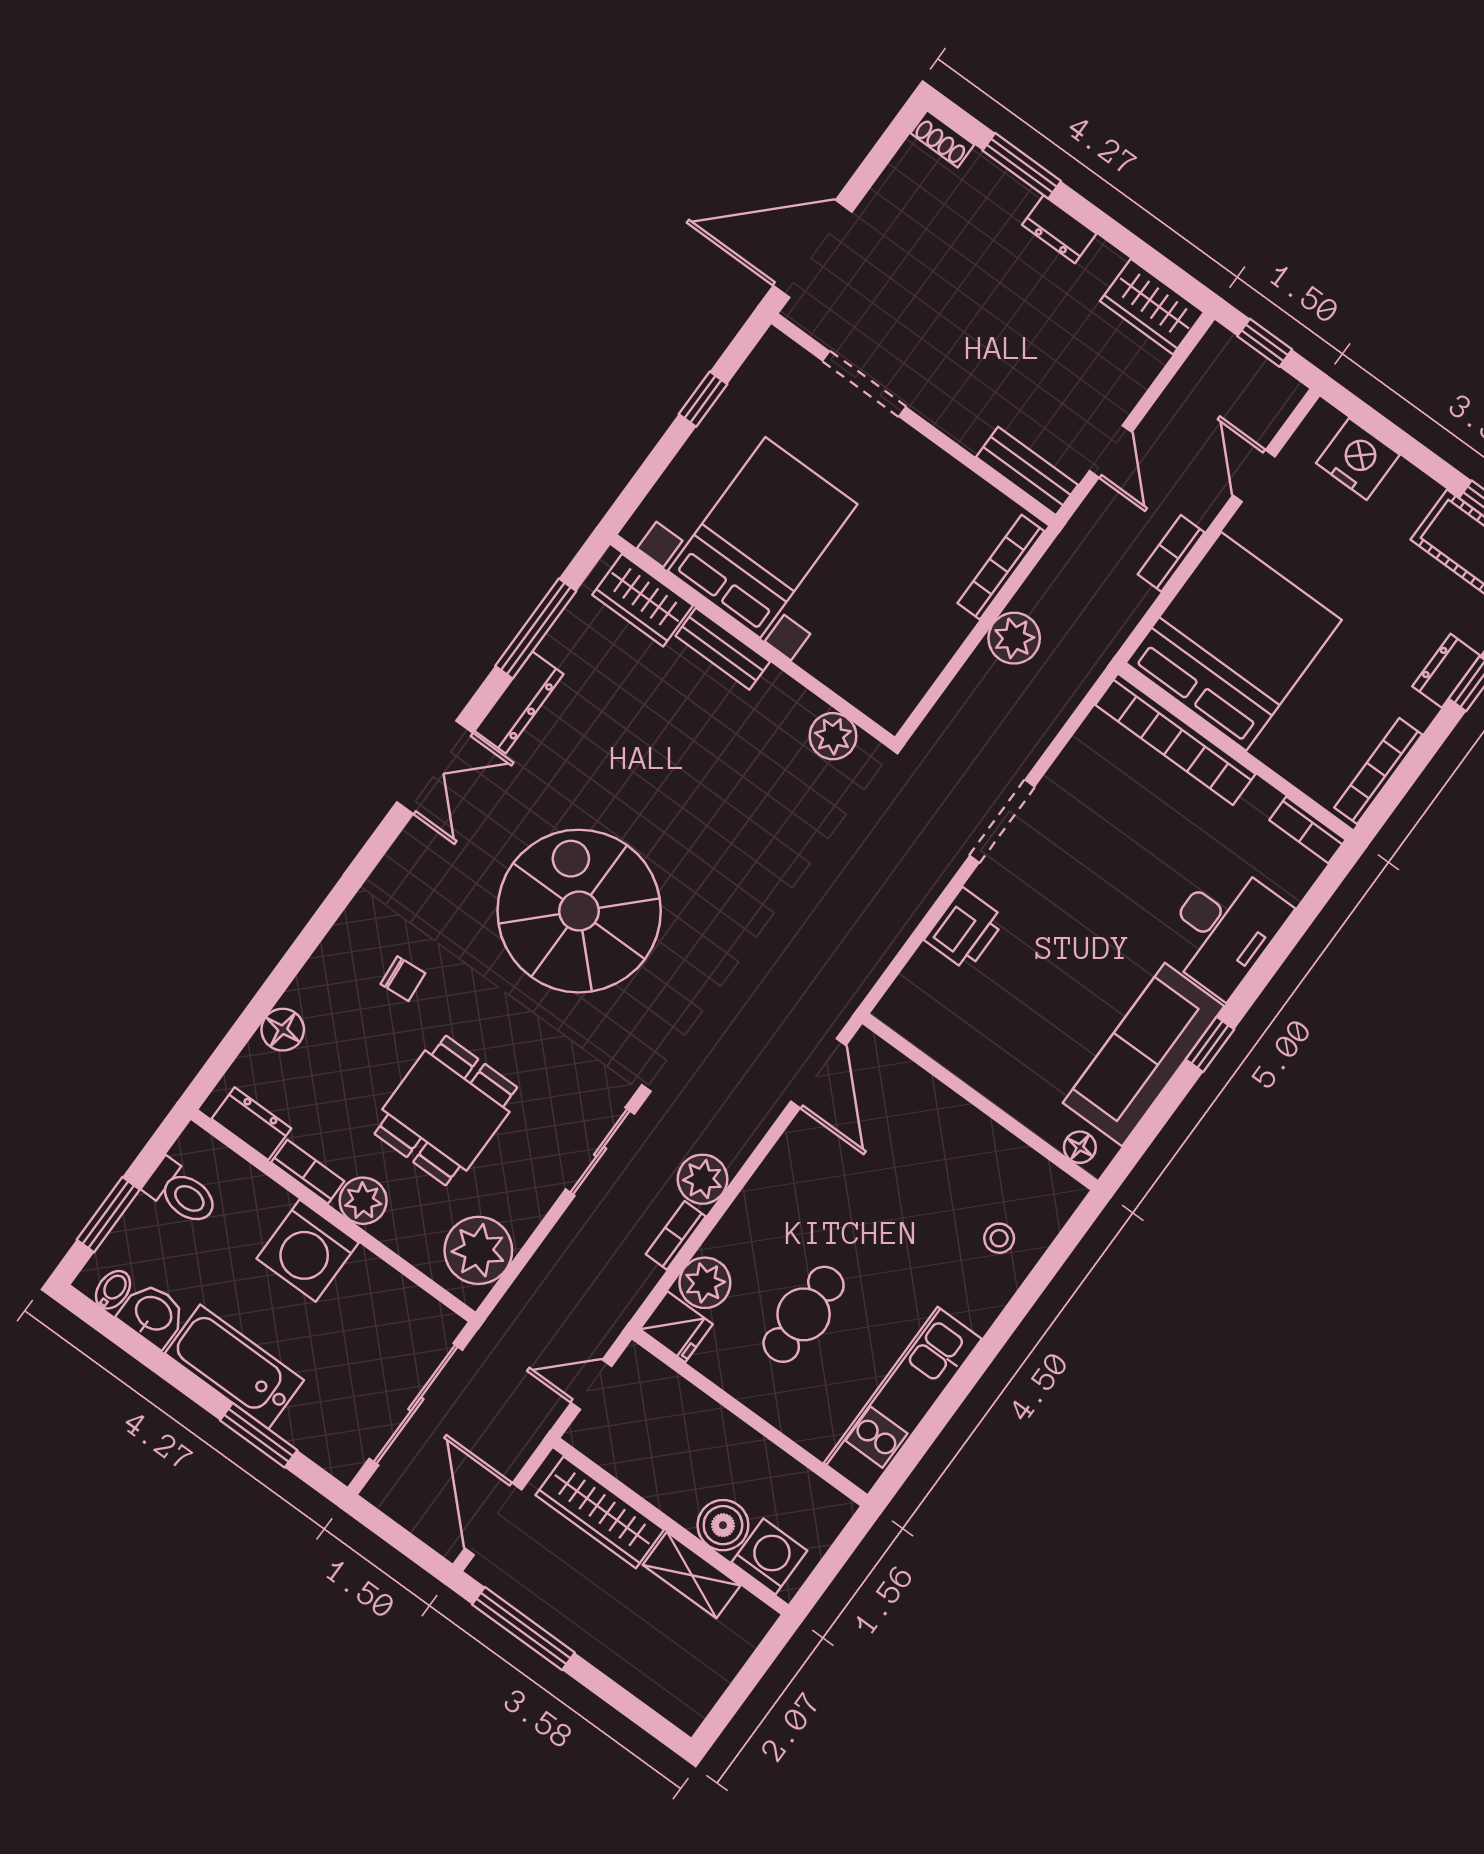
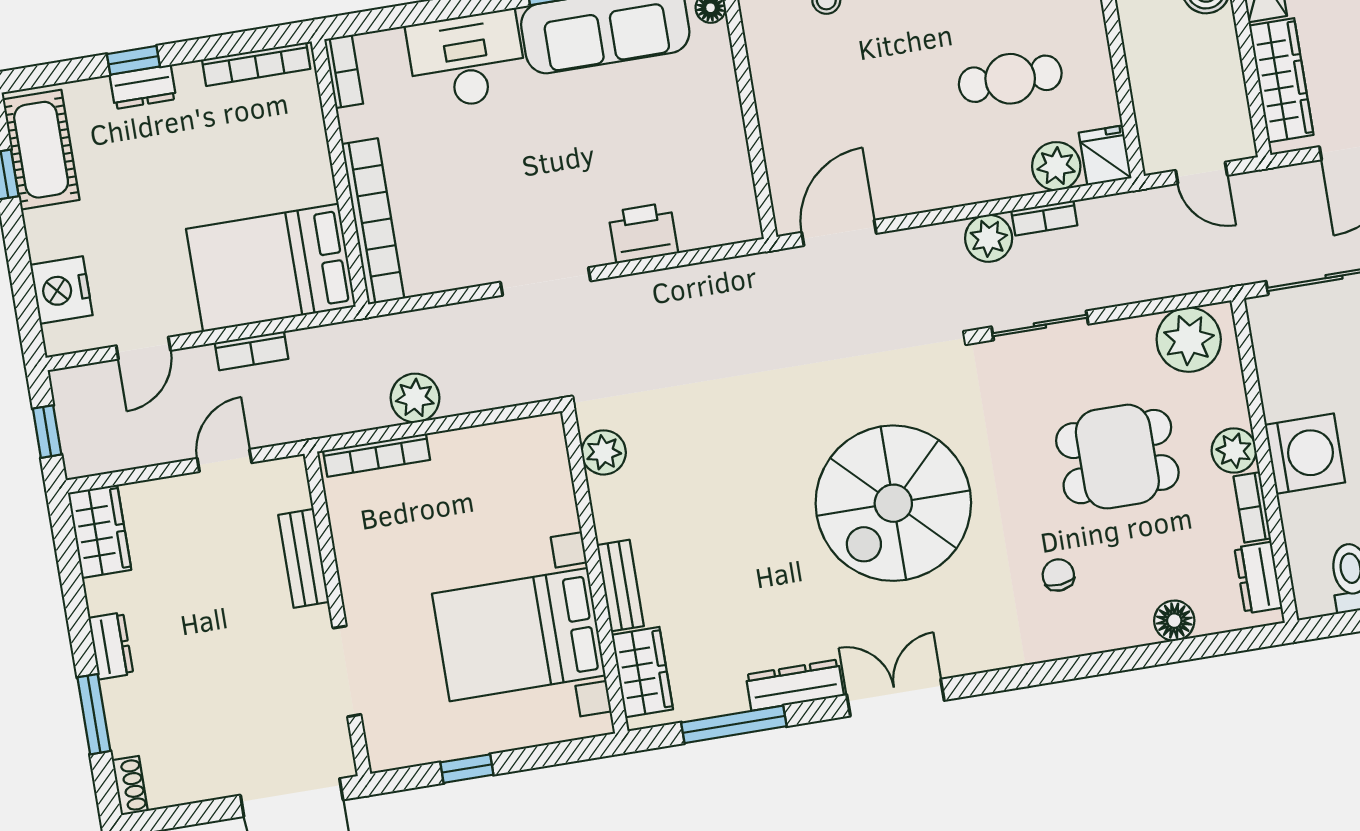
bench: (1027, 471) -> (304, 558), moved
bed: (1234, 641) -> (271, 268), width x0.73

